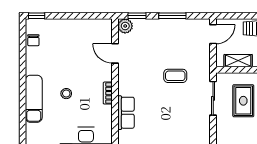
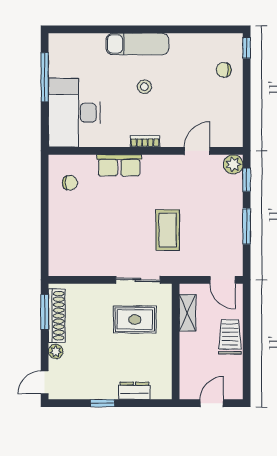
chair: (33, 40) -> (224, 70), moved
coffee table: (175, 76) -> (168, 230), width x1.36, depth x1.30

